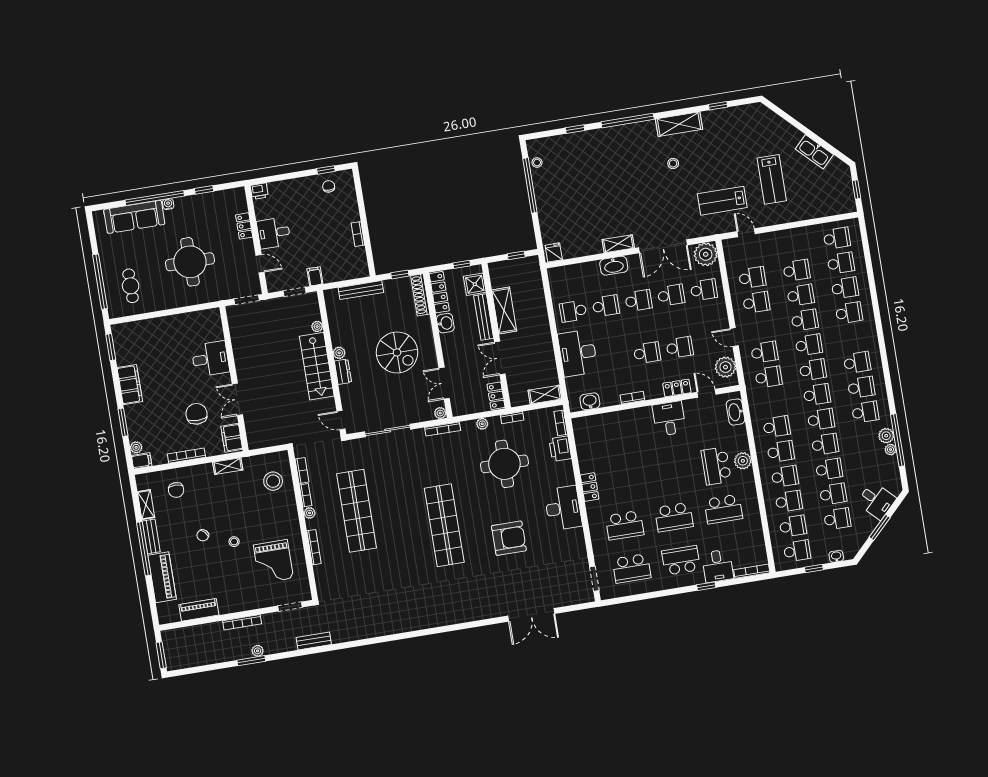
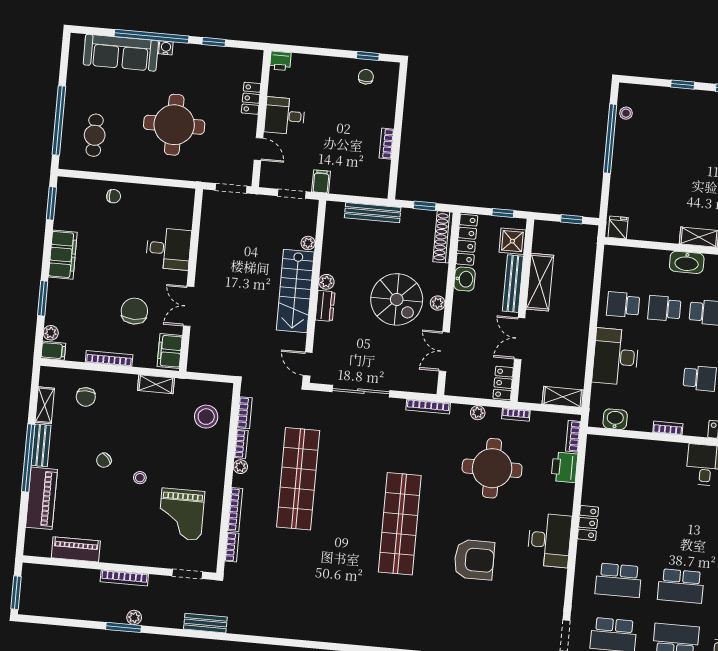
school desk: (606, 306) -> (664, 308), turned 180
chair: (157, 329) -> (114, 196), added
plant: (440, 413) -> (438, 303), moved
bookcase: (319, 577) -> (232, 547), added

